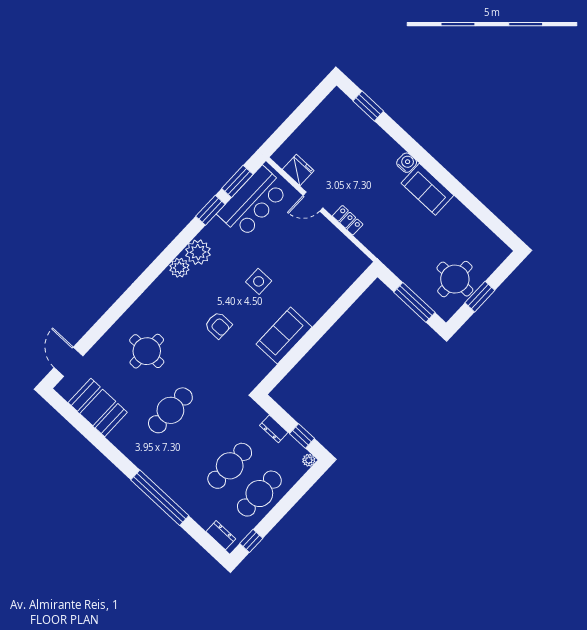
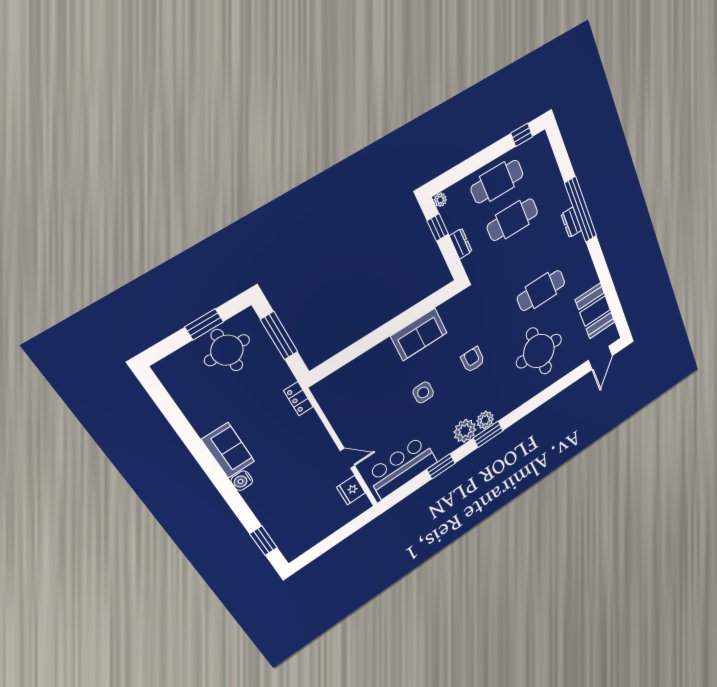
window: (237, 181) -> (488, 434), moved
locker: (348, 220) -> (298, 399), moved
round table: (147, 351) -> (539, 351), width x1.36, depth x1.36
dresser: (221, 535) -> (571, 222), moved

